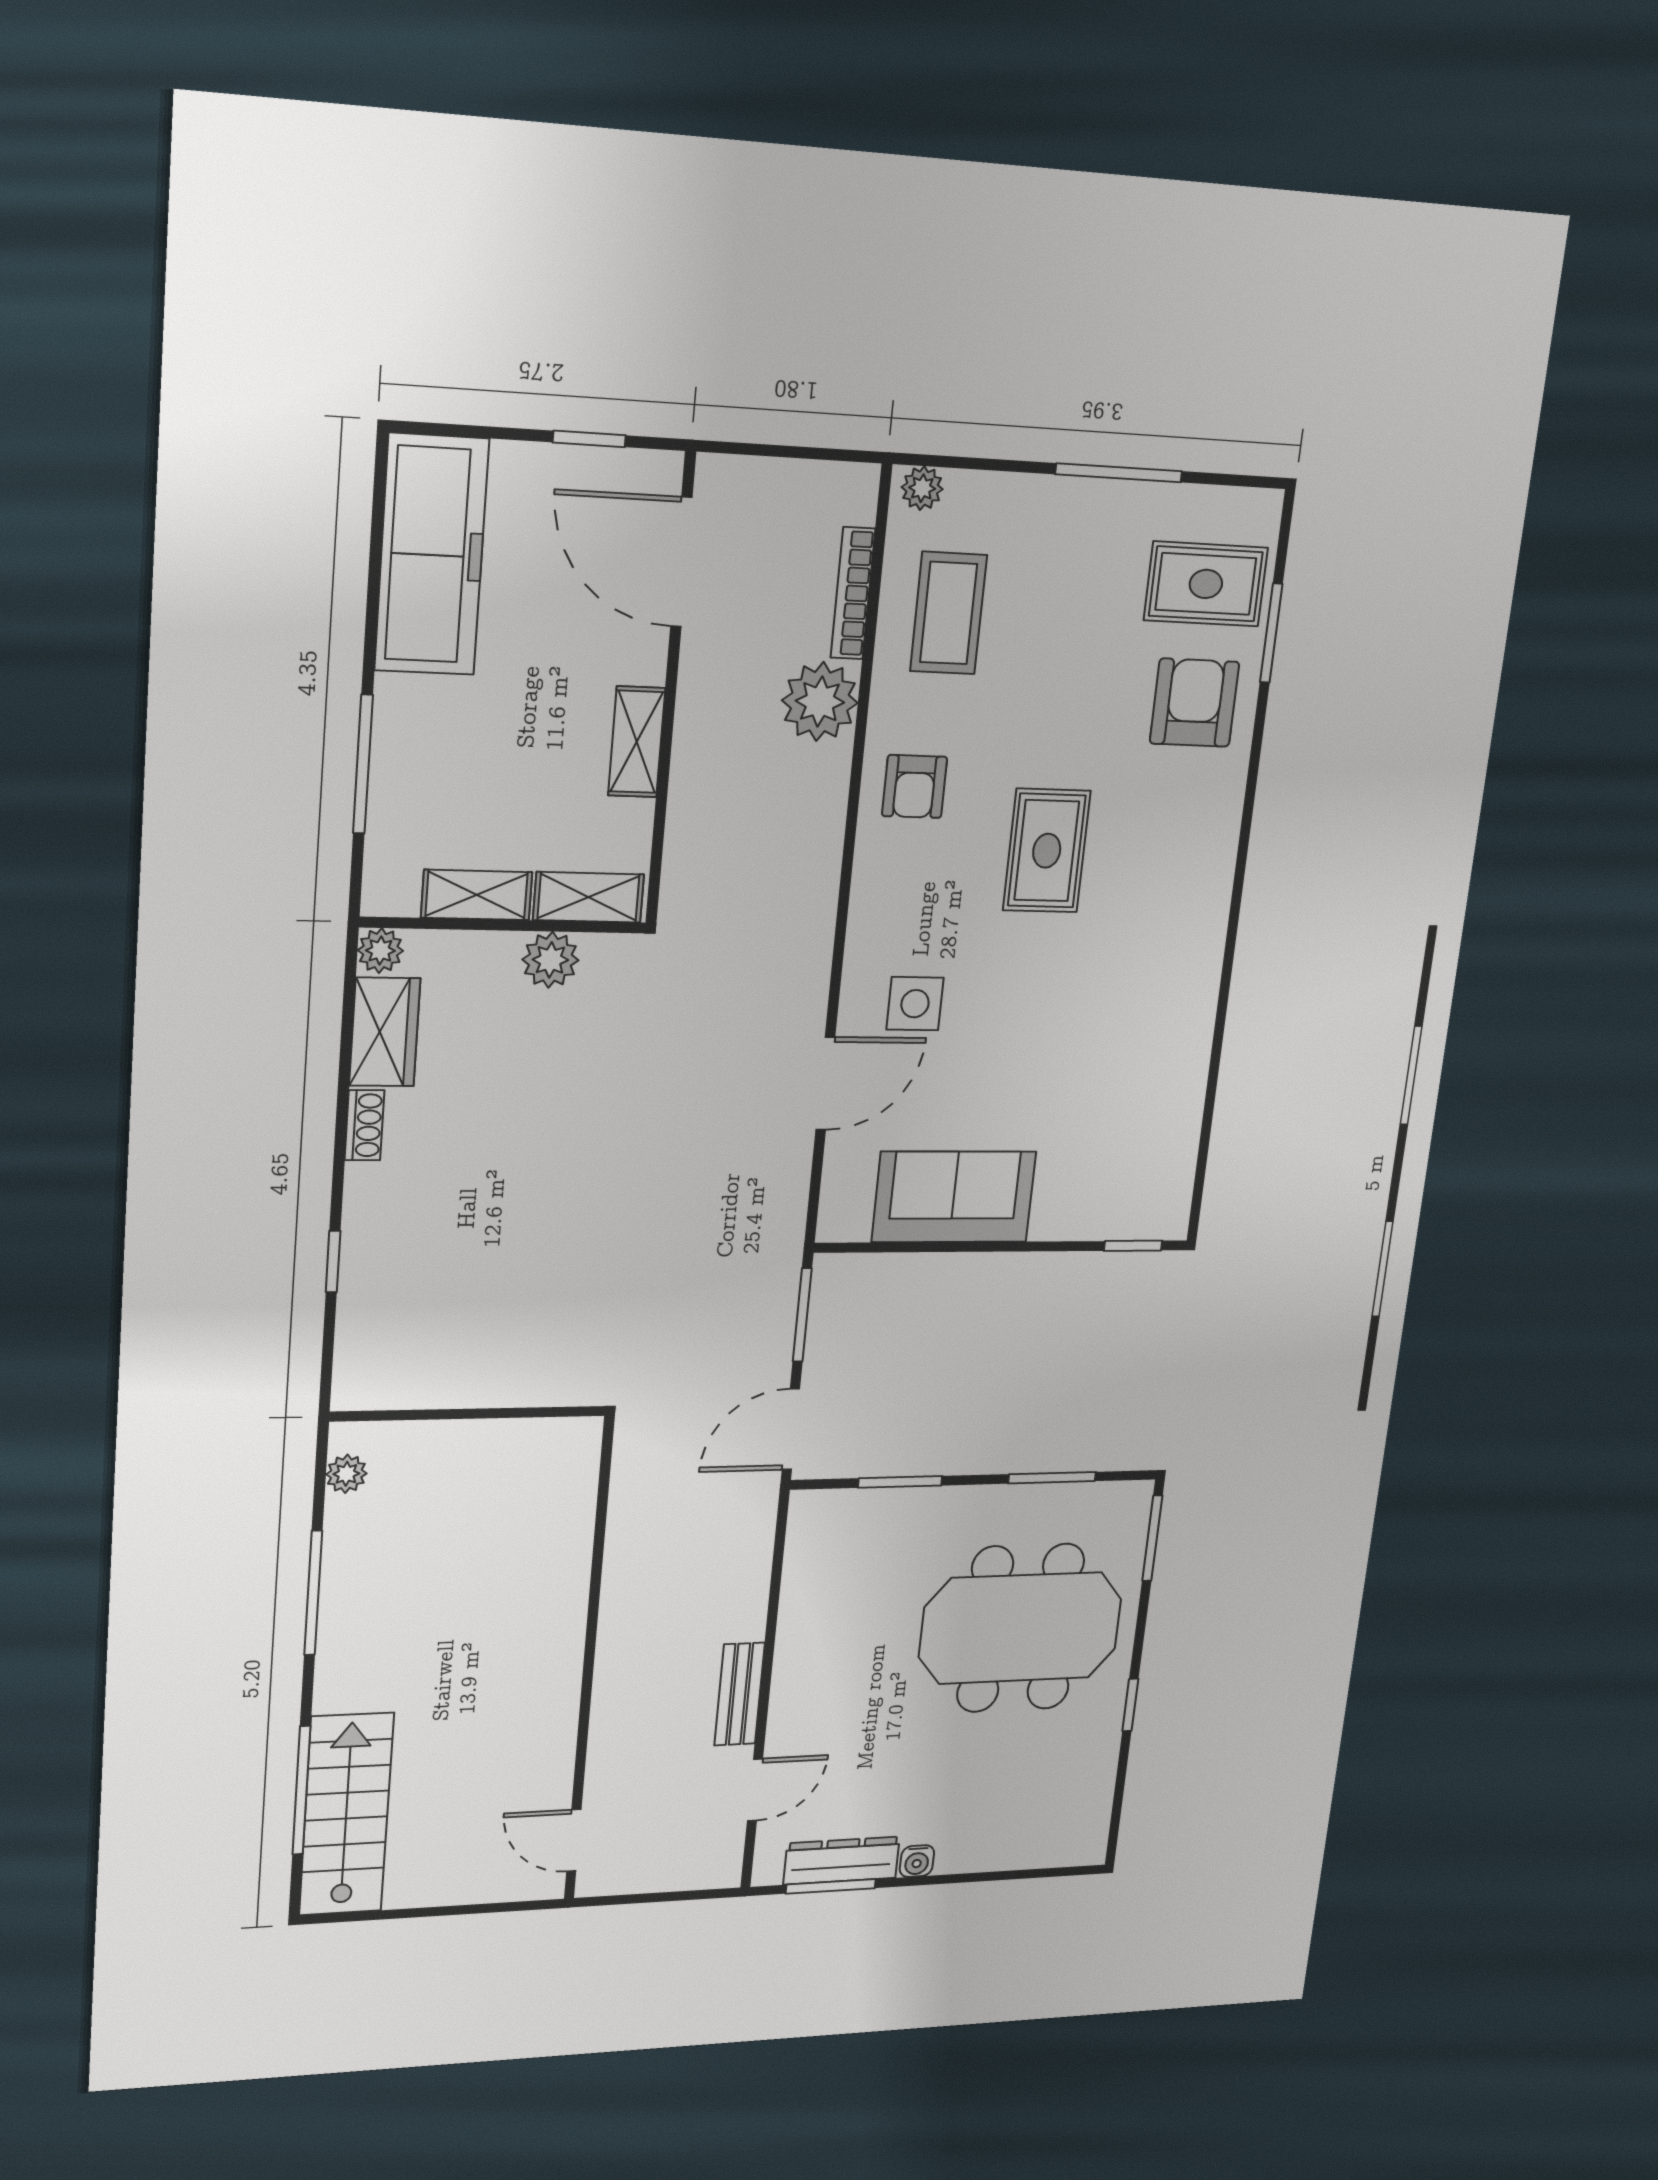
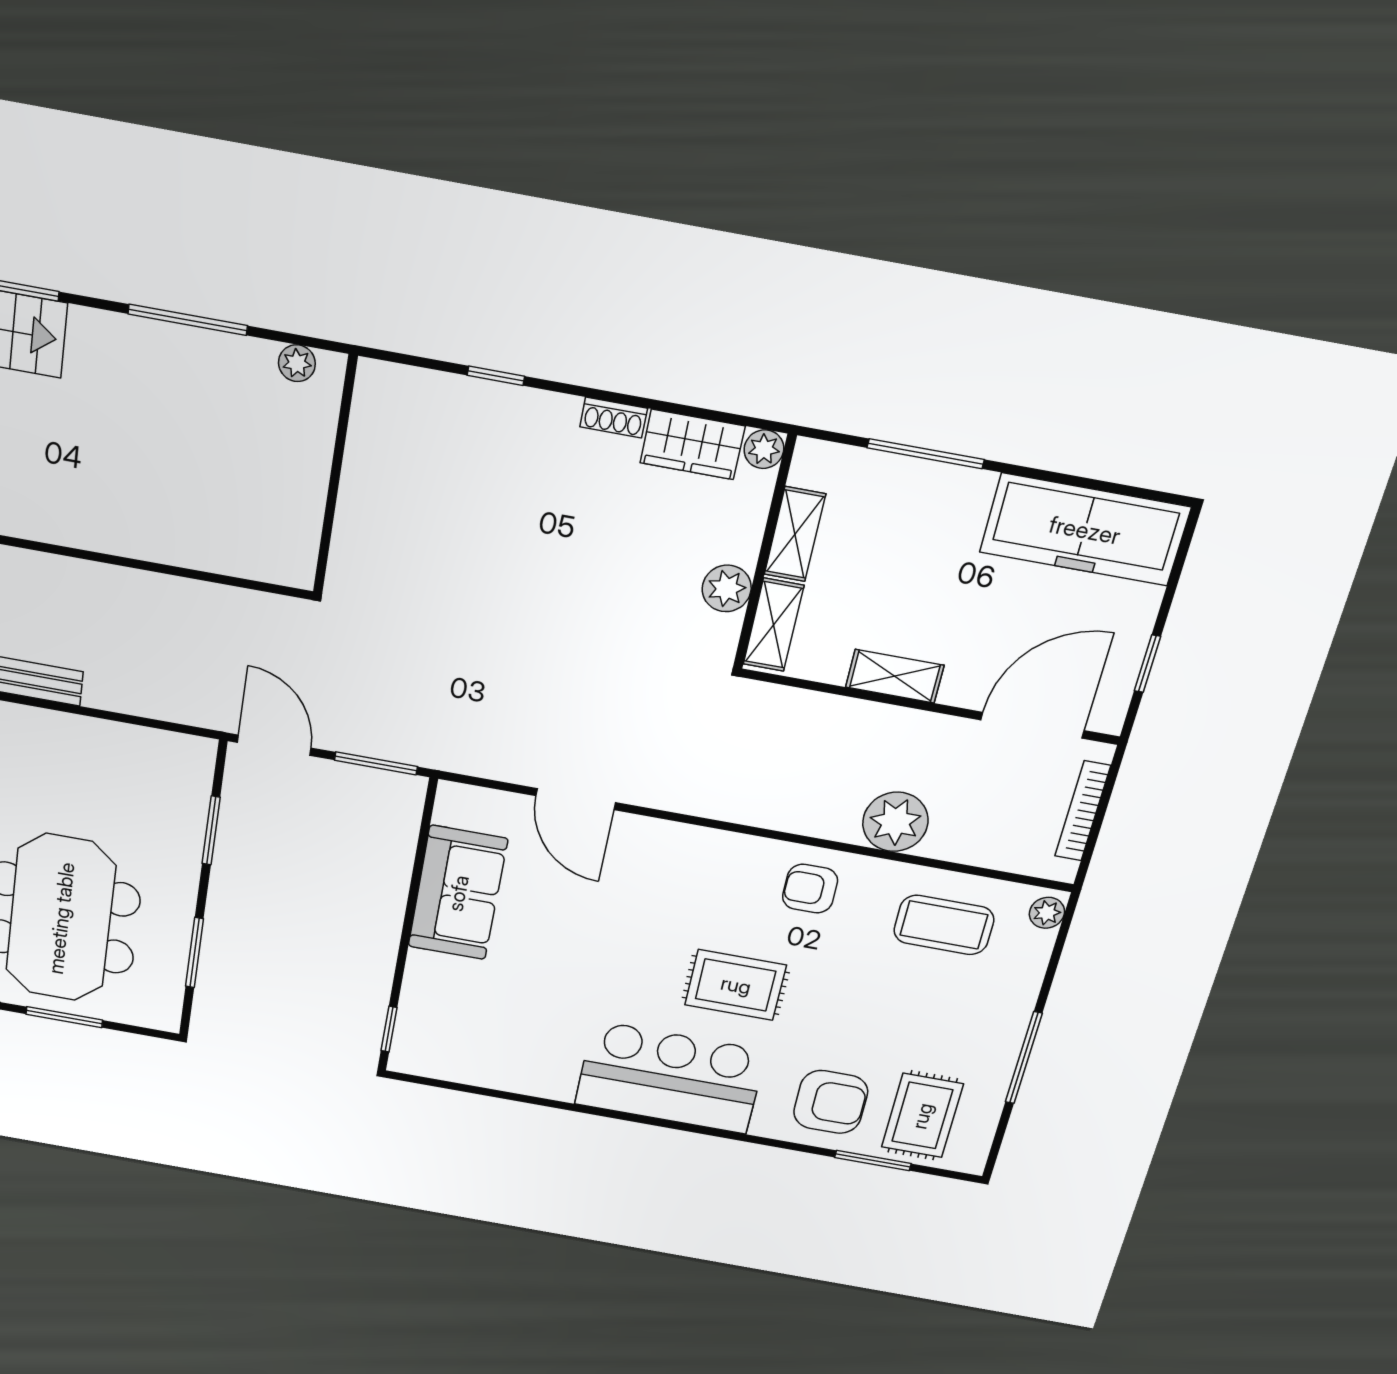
bookcase: (853, 593) -> (1083, 811), moved, turned -90
bar counter: (1174, 905) -> (670, 1077), added
side table: (915, 1004) -> (629, 875), removed
window: (1152, 1538) -> (64, 1017), moved

